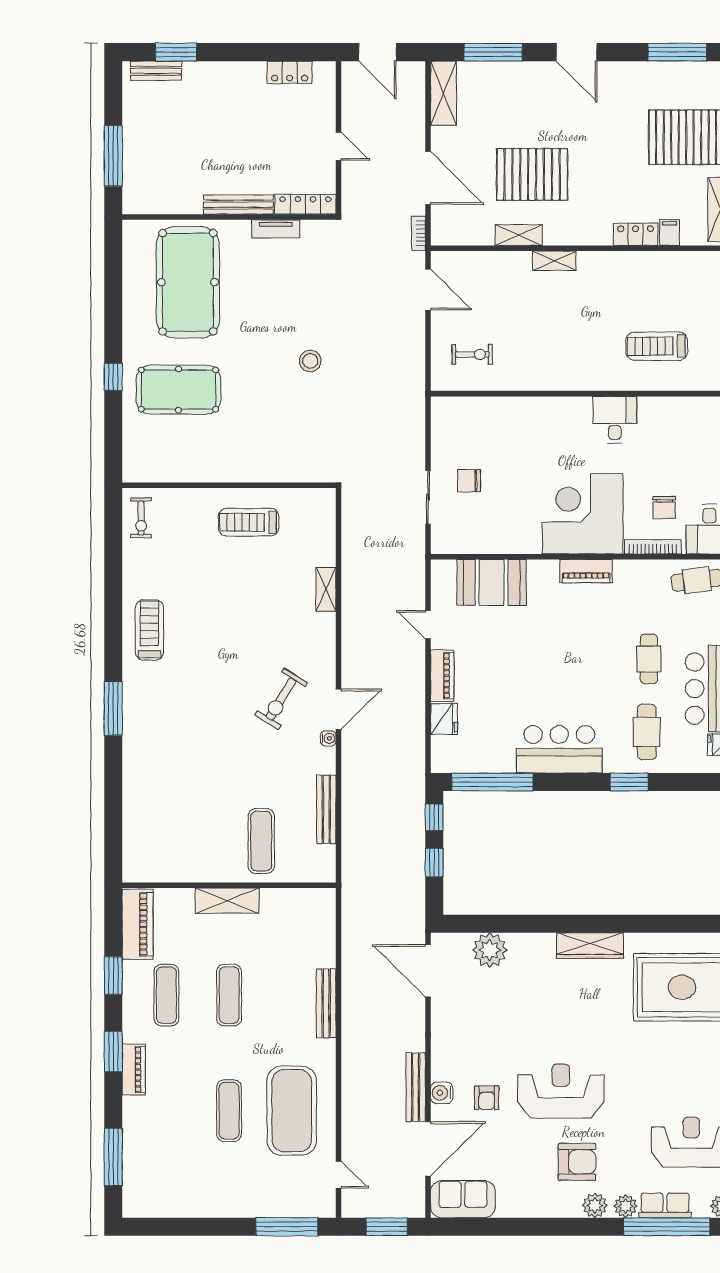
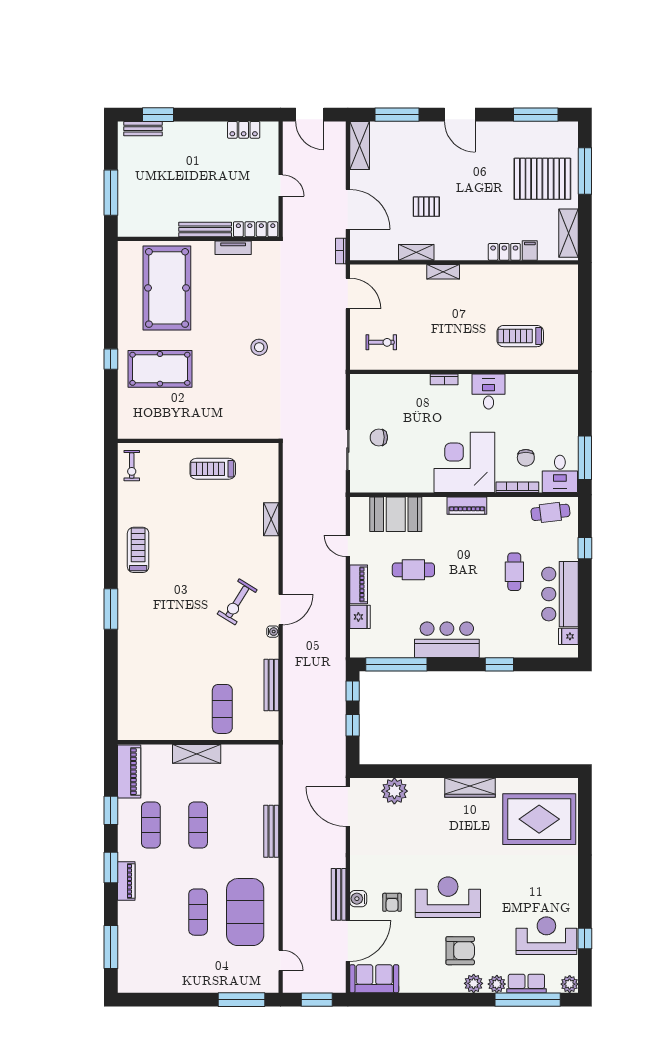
pallet: (532, 174) -> (426, 207), width x0.49, depth x0.50
bookcase: (556, 404) -> (444, 379), added
cafe table: (647, 732) -> (413, 570), moved, turned 90

